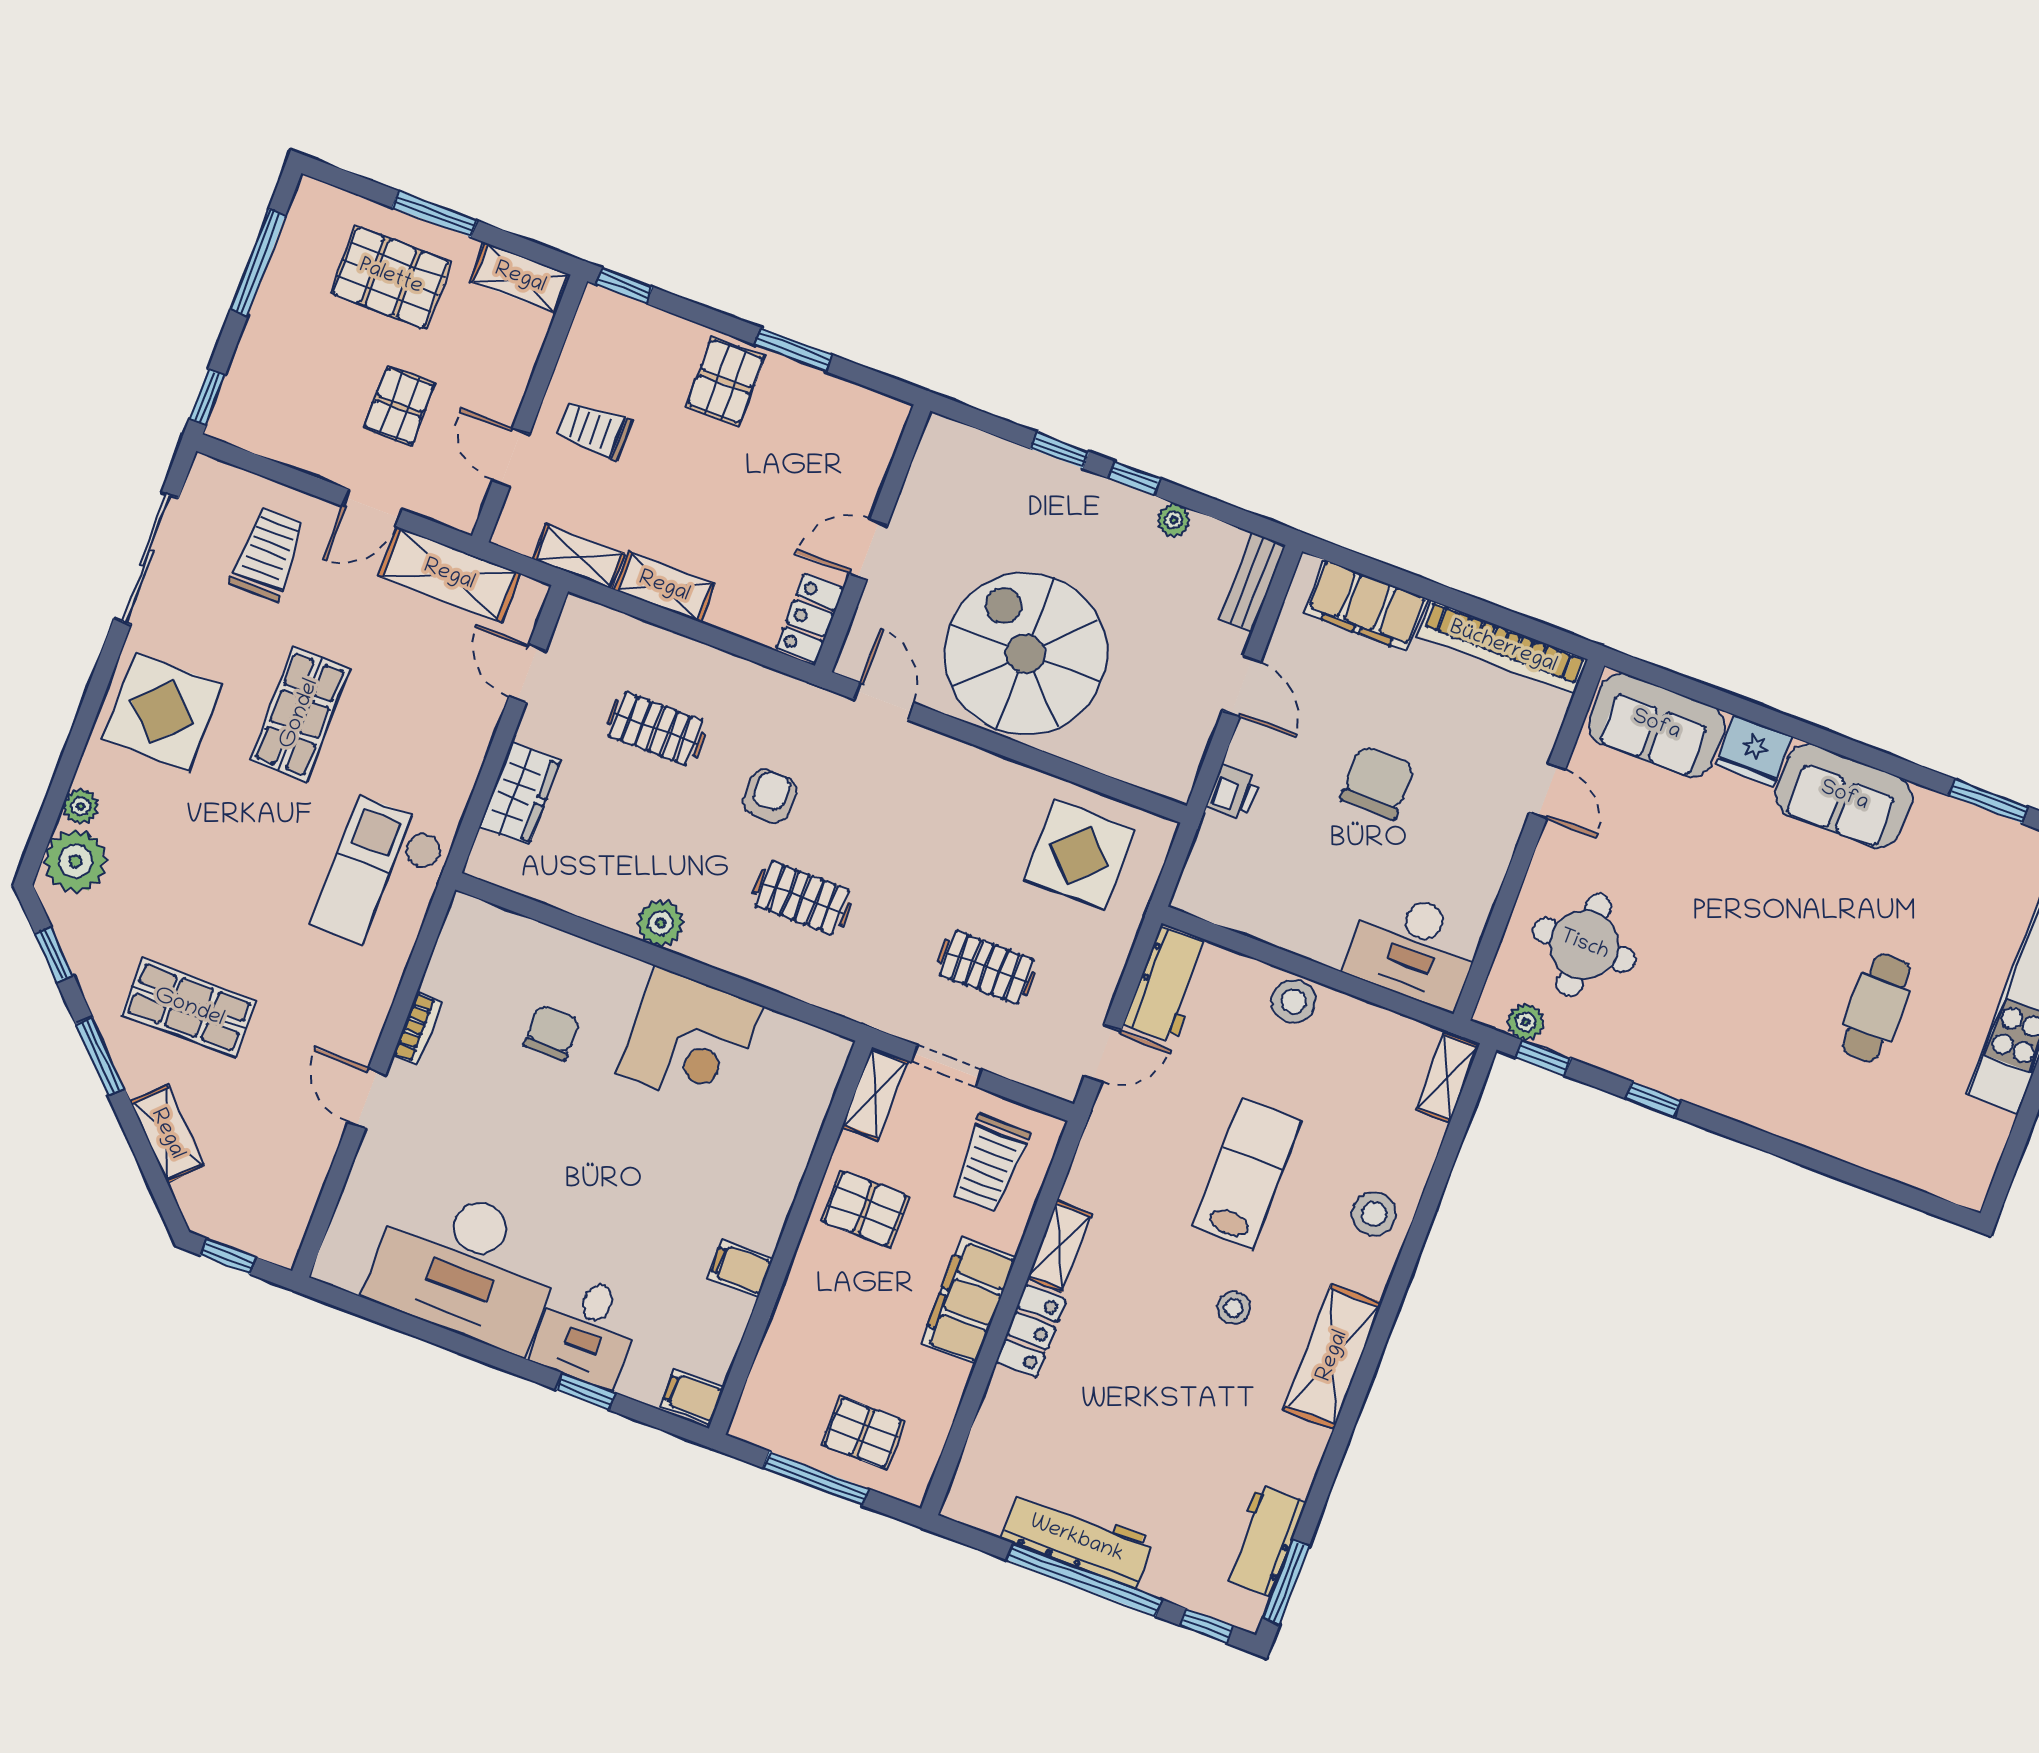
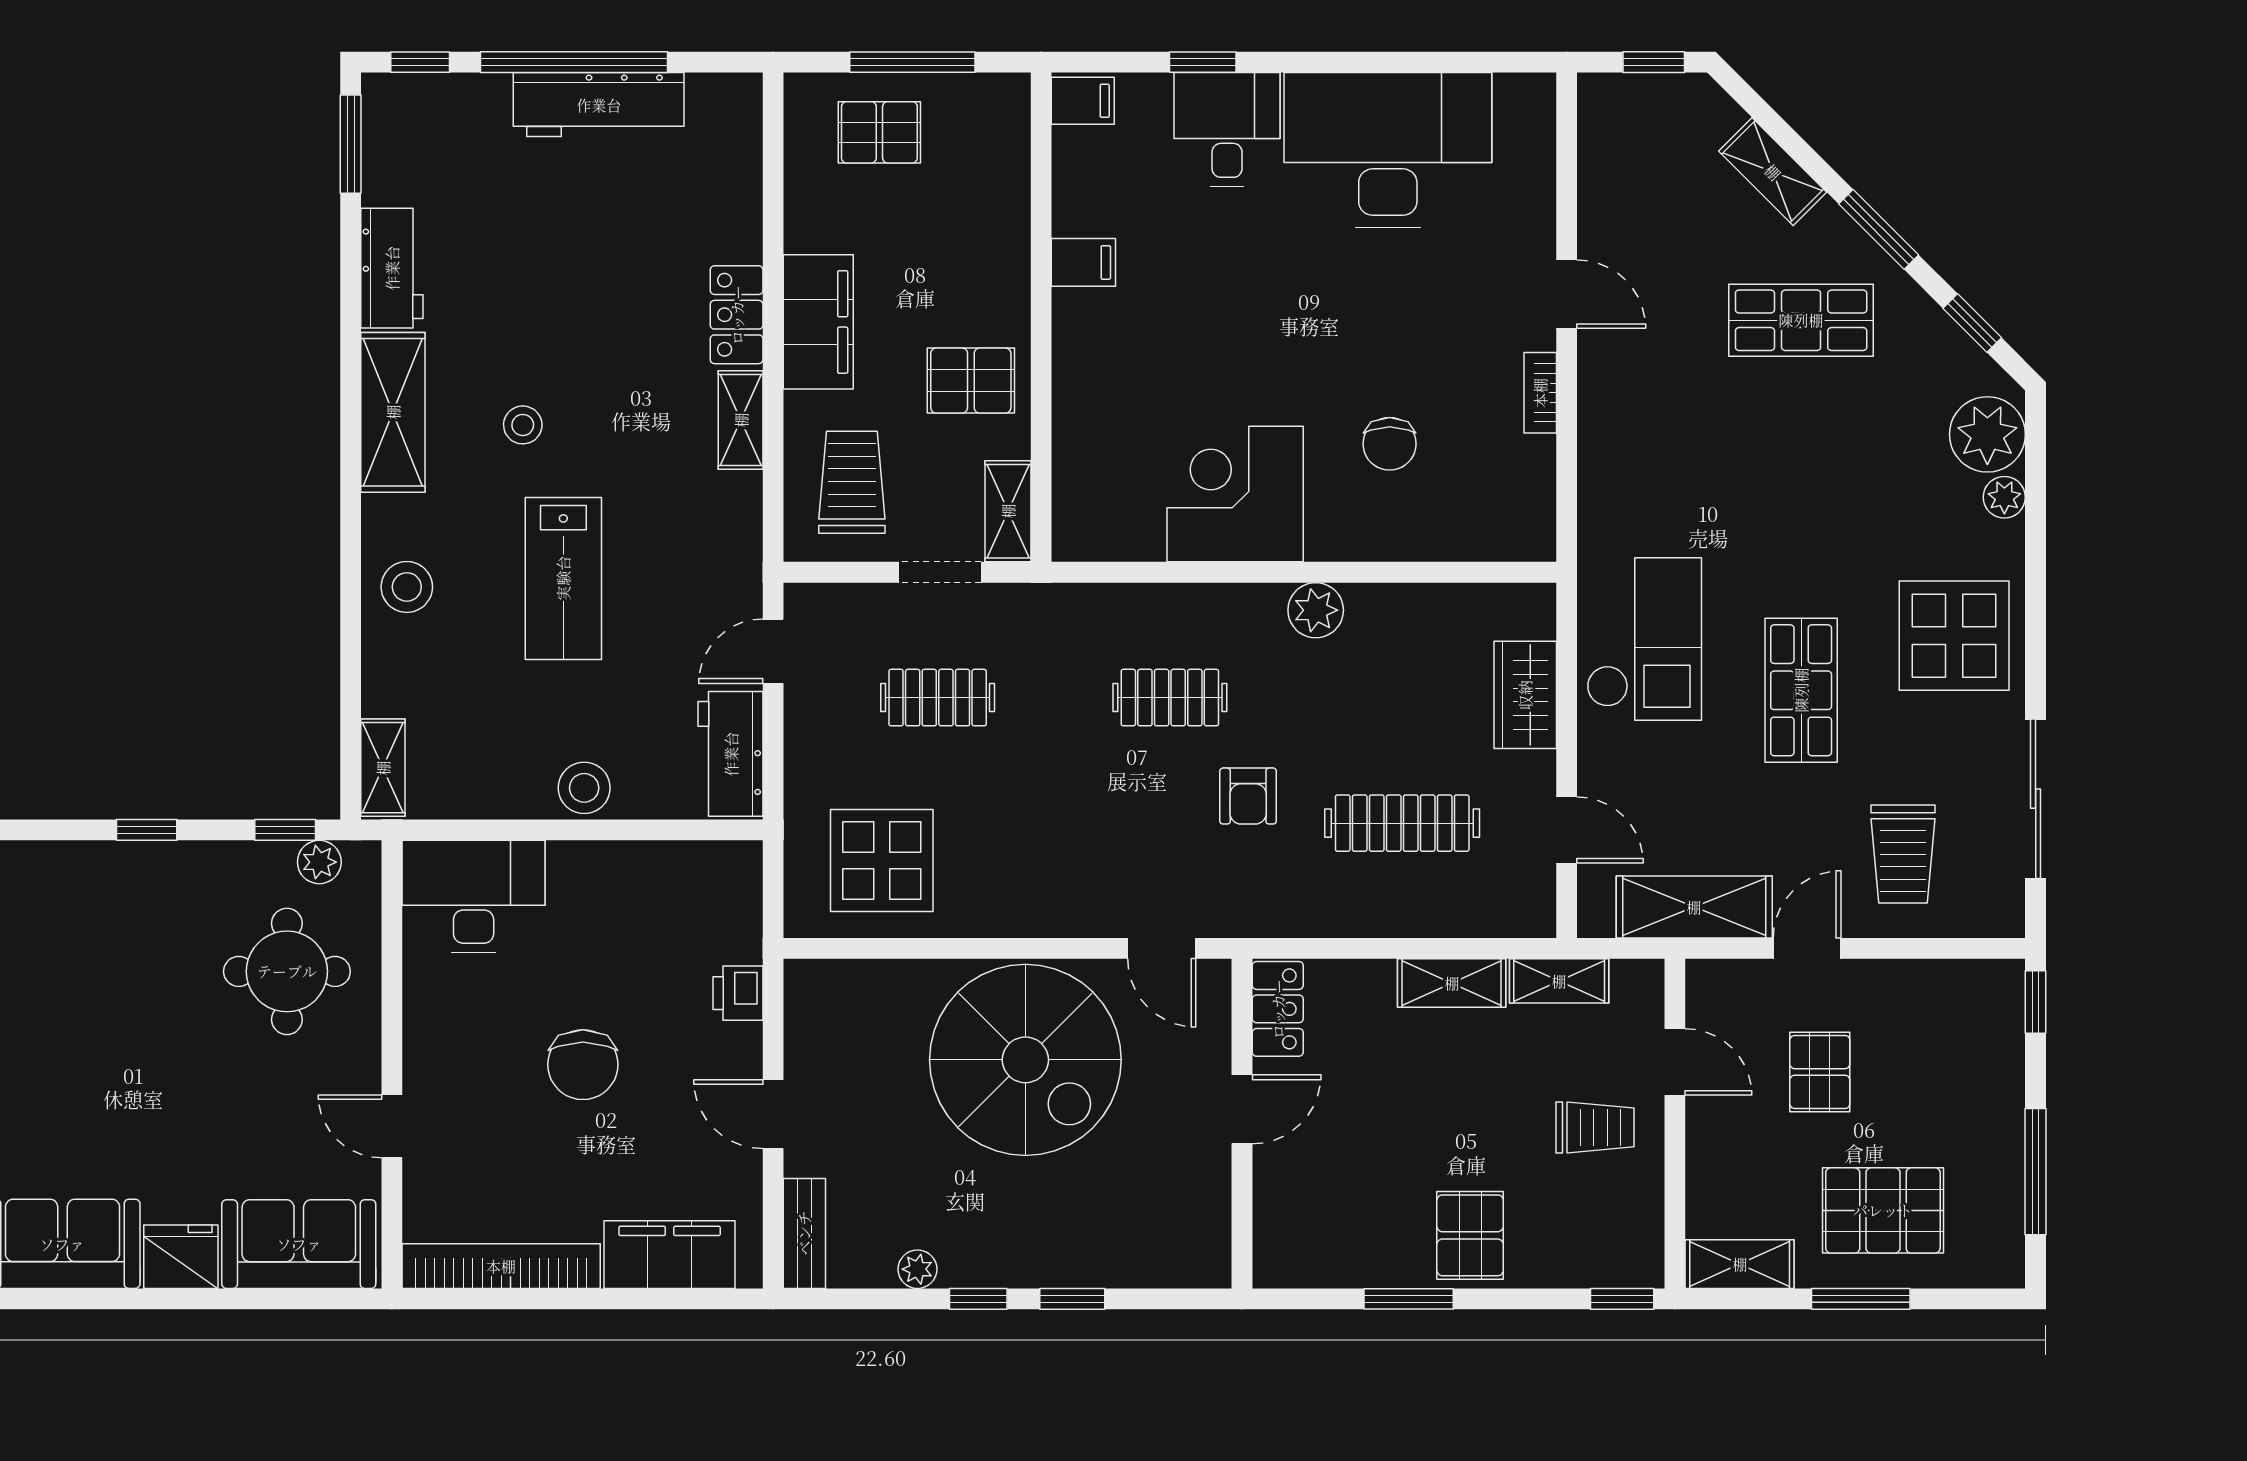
clothes rail: (656, 728) -> (1402, 823), width x1.36
checkout: (380, 877) -> (1644, 639), moved
workbench: (1264, 1540) -> (392, 268), moved

